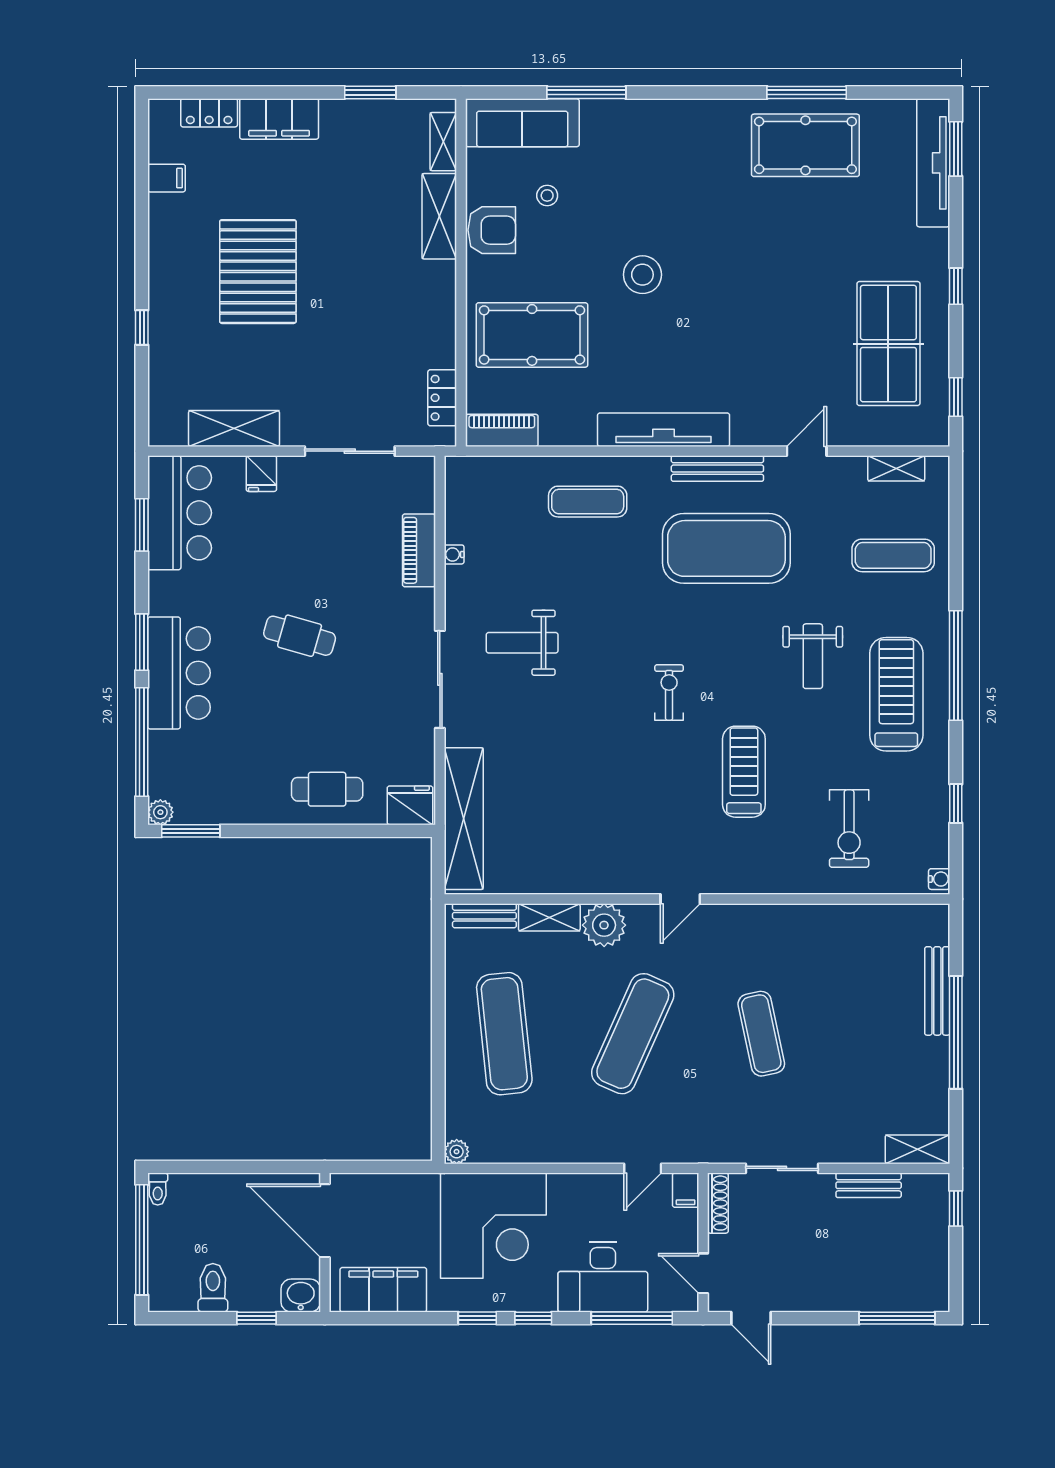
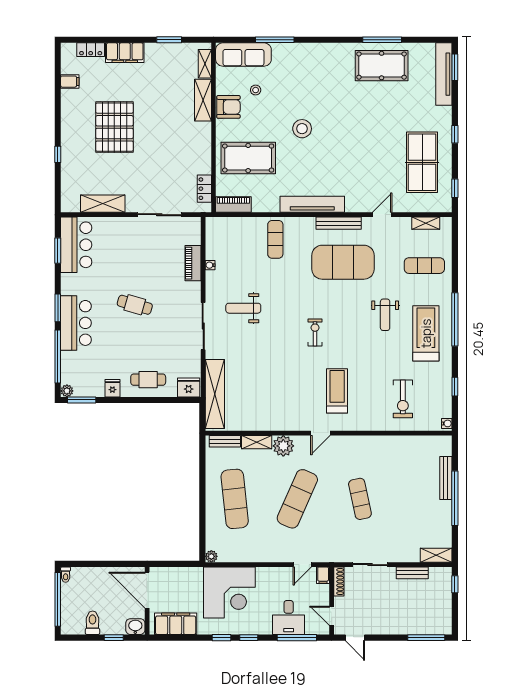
fridge: (261, 474) -> (112, 388), moved, turned 180
exercise mat: (588, 502) -> (275, 239), turned 90
treadmill: (744, 772) -> (337, 391), moved
desk: (603, 1277) -> (289, 618), width x0.73

